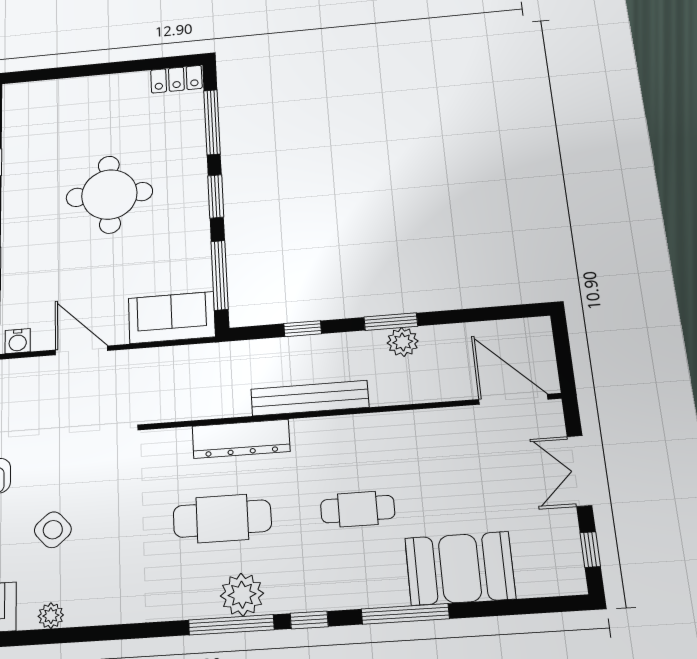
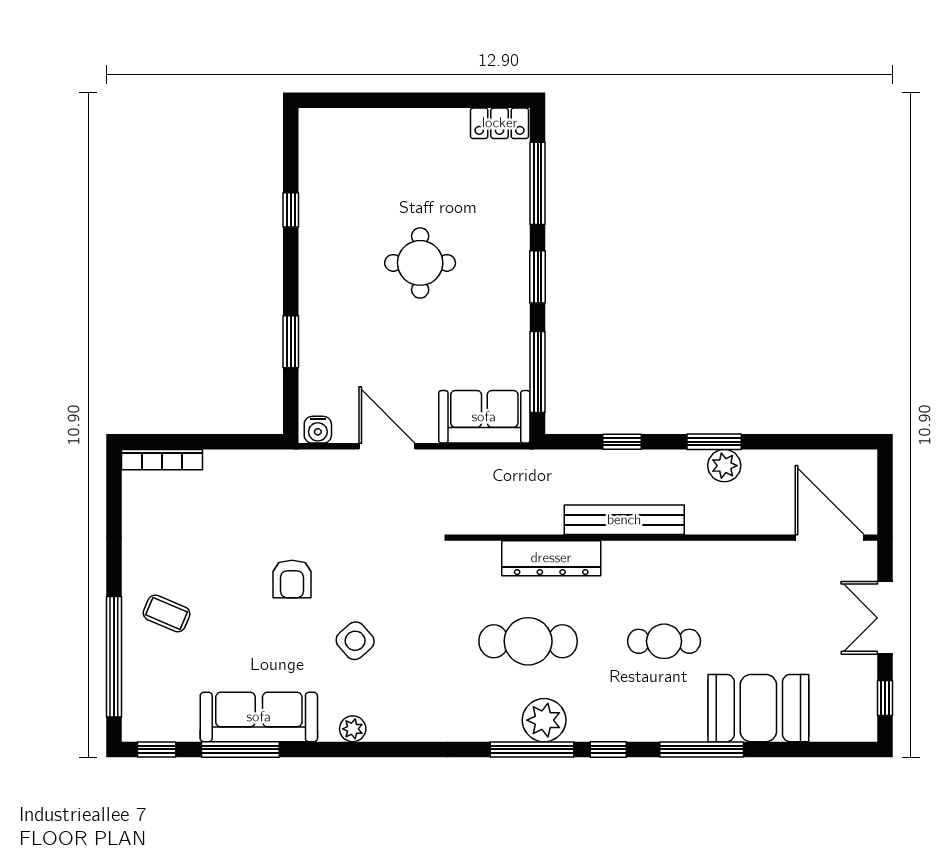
round table: (109, 195) -> (420, 263), width x0.73, depth x0.73

